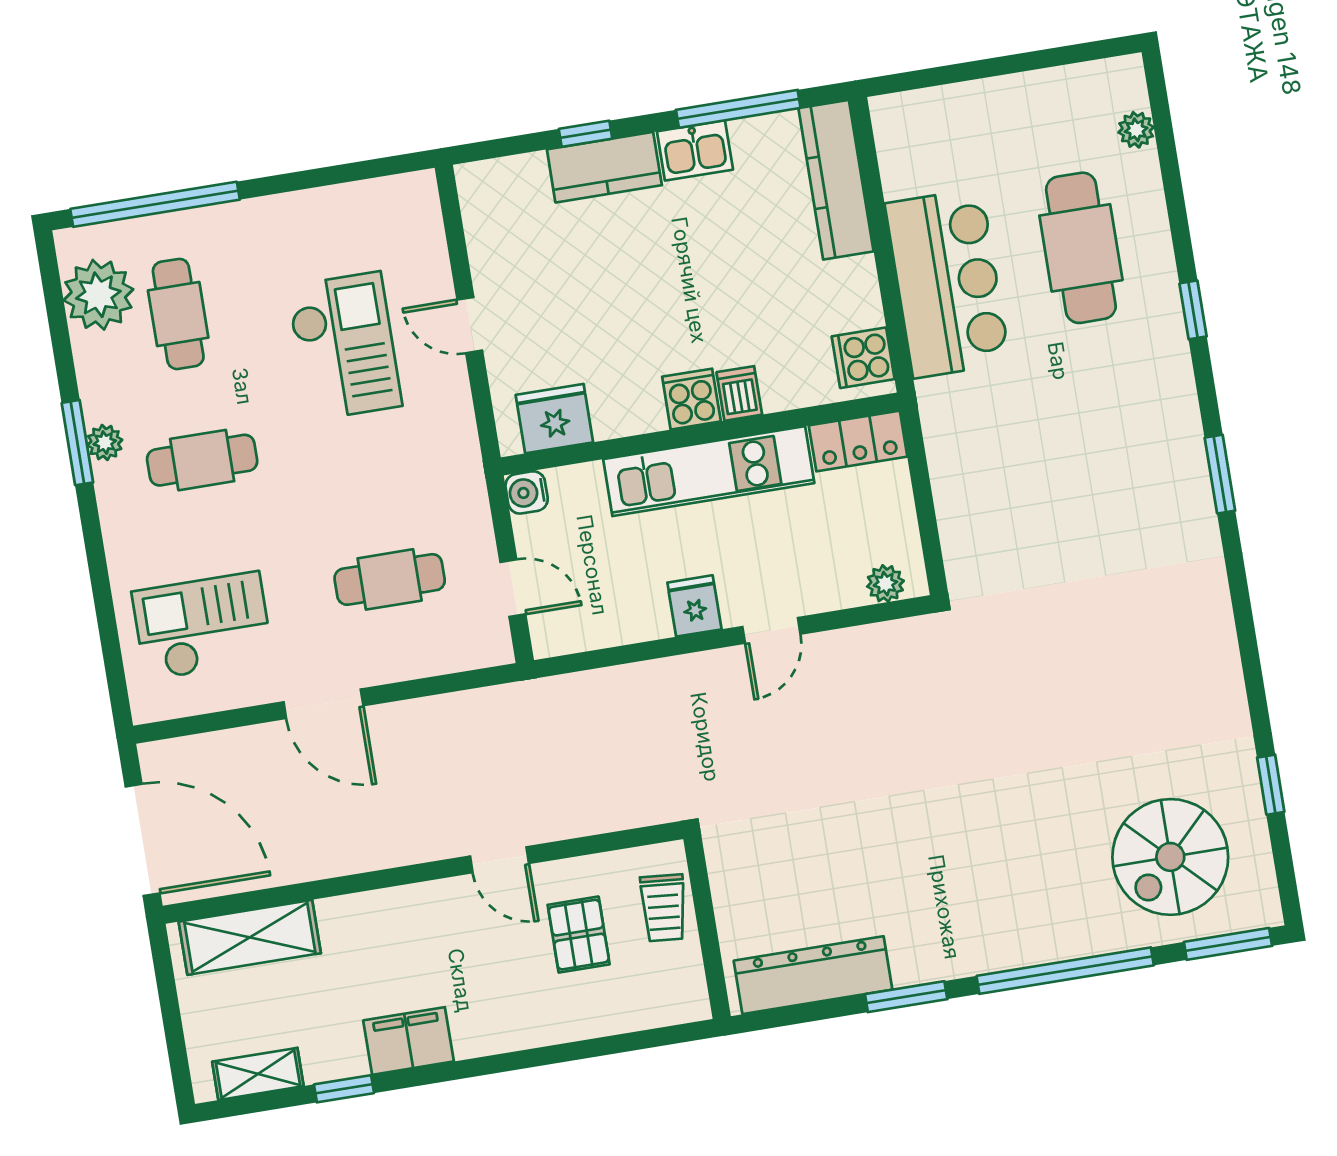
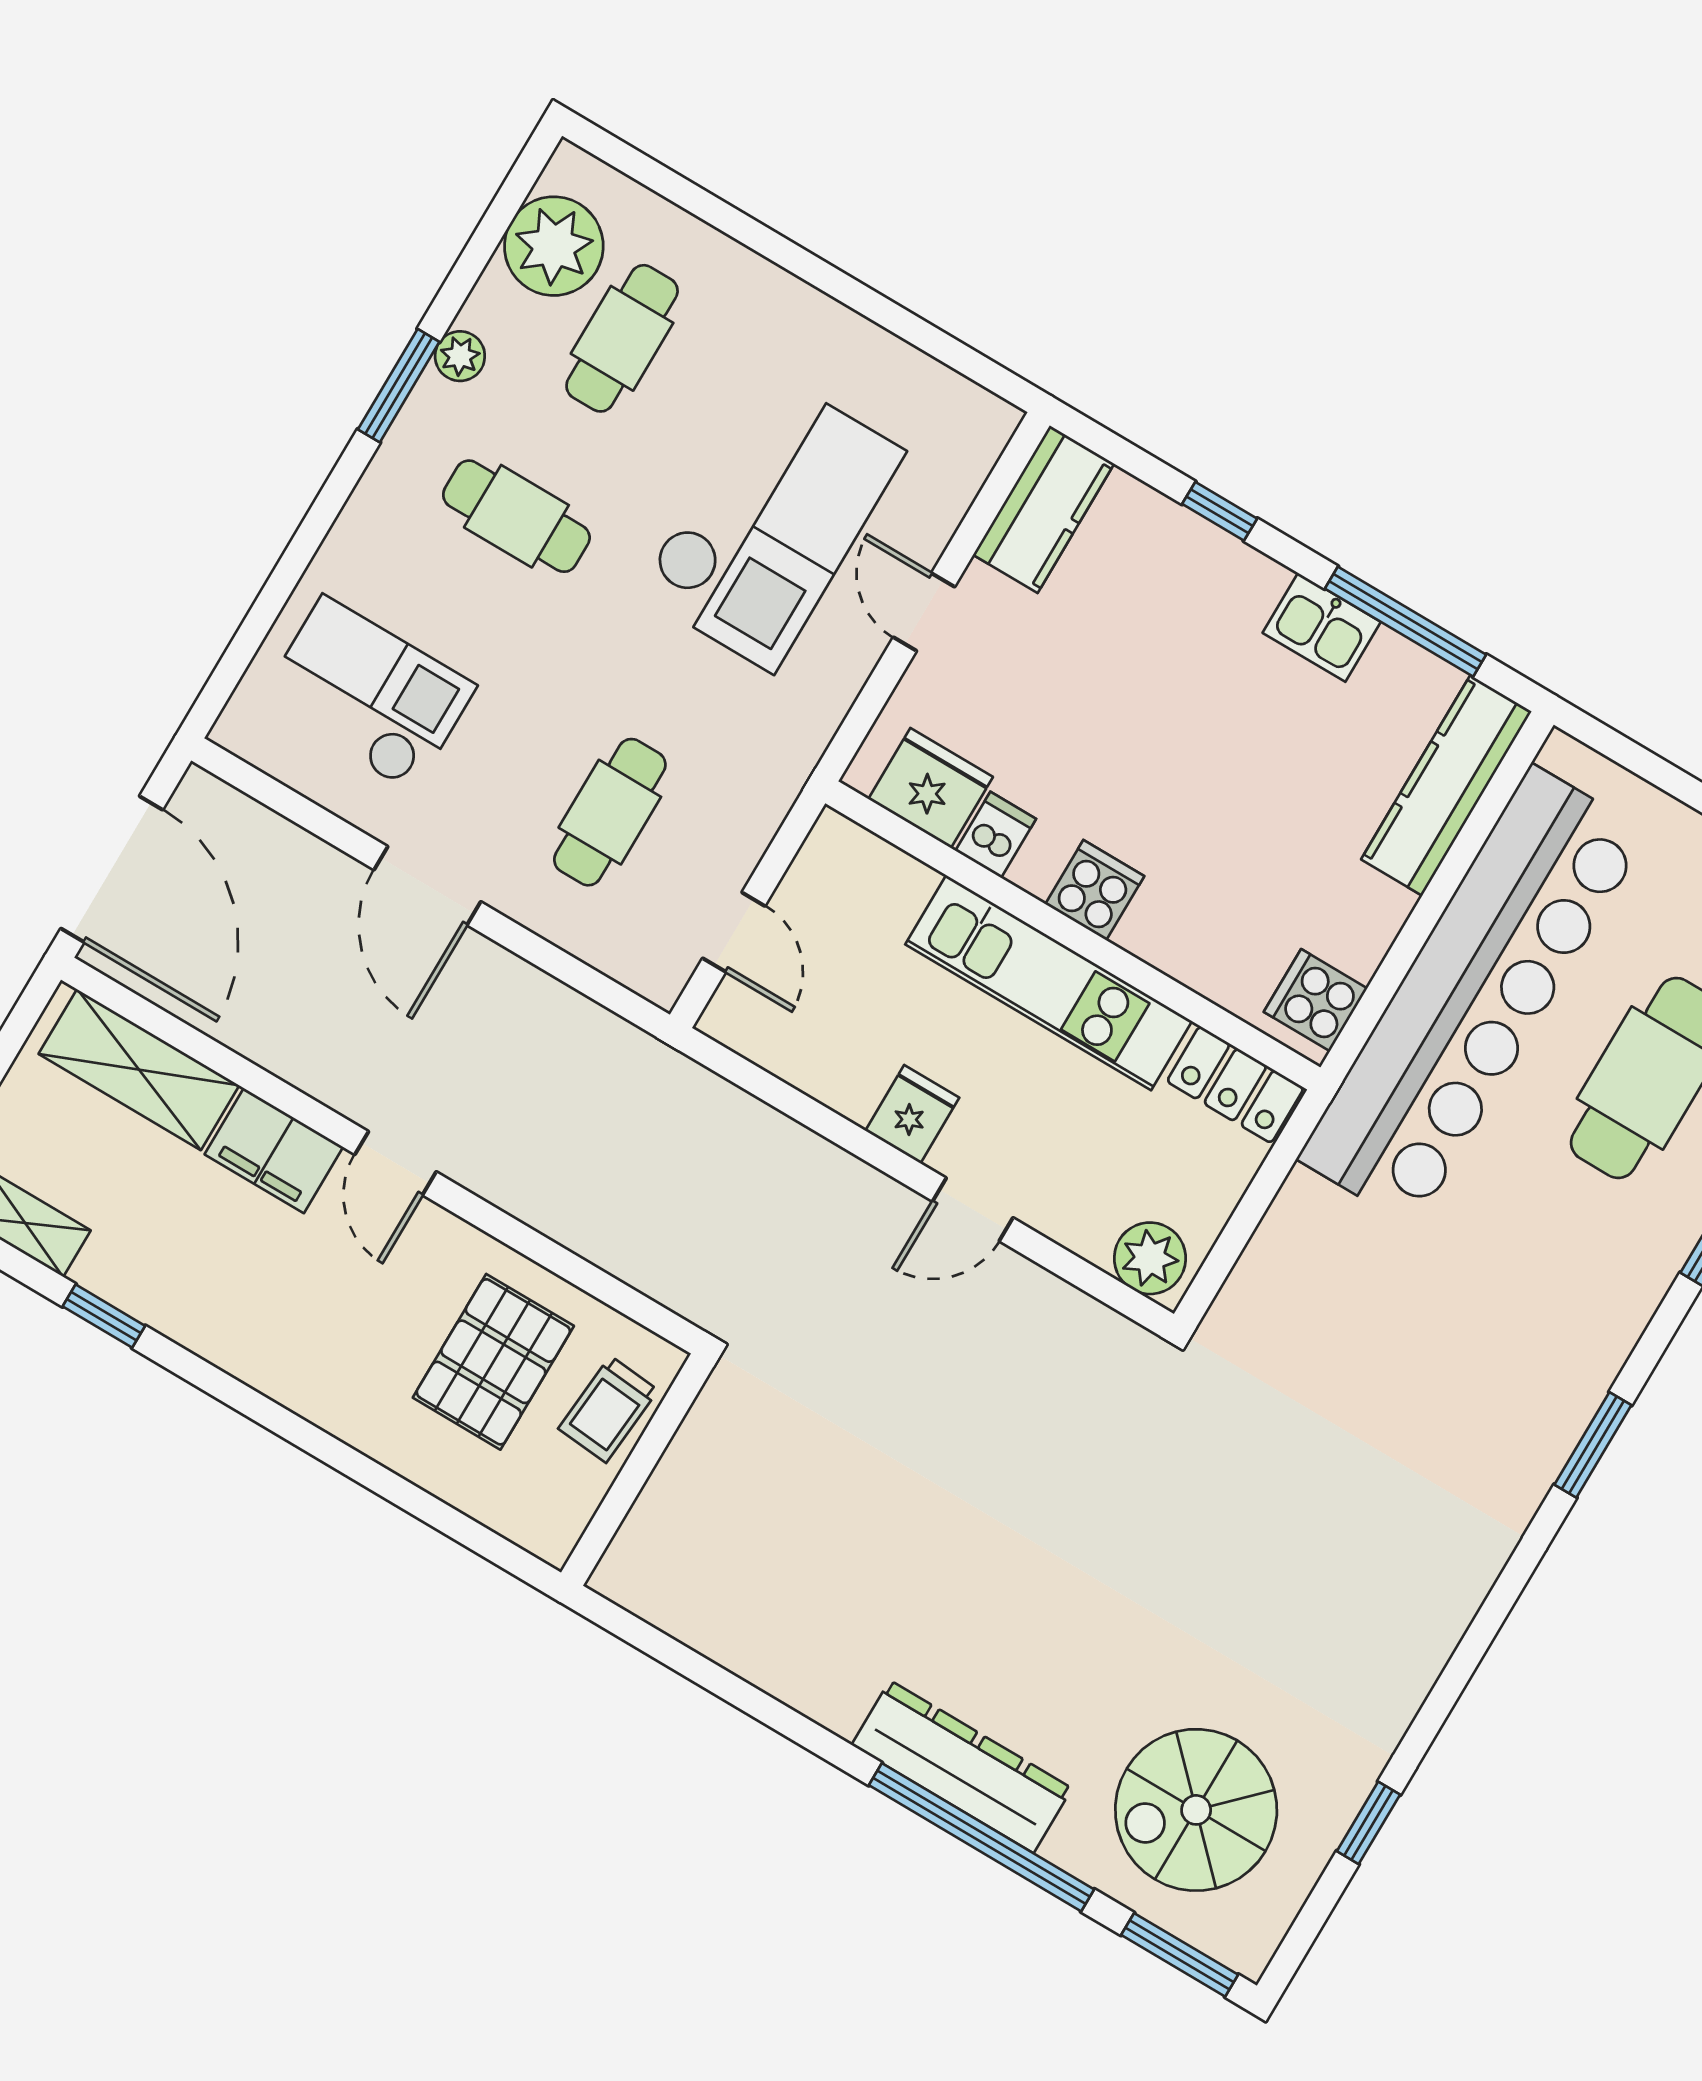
kitchen counter: (604, 167) -> (1044, 509), moved, turned -90
window: (155, 204) -> (696, 200), removed
bar counter: (947, 283) -> (1473, 996), width x1.86
checkout: (344, 346) -> (771, 522), width x1.36, depth x1.21
dishwasher: (739, 393) -> (996, 835), moved
plant: (105, 443) -> (460, 356), moved
water cooler: (527, 492) -> (835, 842), removed
cafe table: (390, 579) -> (610, 812), turned 90
plant: (885, 584) -> (1150, 1258), width x1.38, depth x1.38
door: (499, 860) -> (395, 1163), moved
pallet: (579, 935) -> (493, 1362), width x1.50, depth x1.42
dresser: (813, 975) -> (962, 1767), moved
window: (906, 997) -> (788, 1722), removed
filing cabinet: (409, 1041) -> (274, 1151), moved, turned 180

